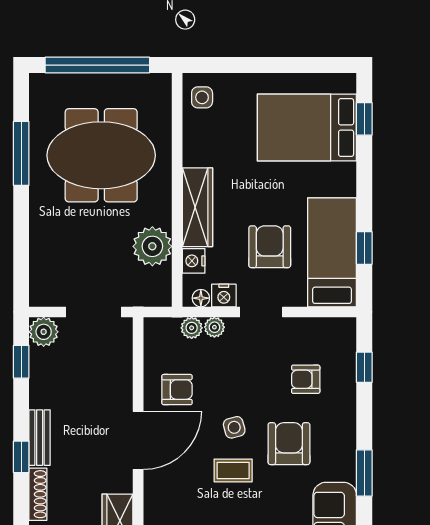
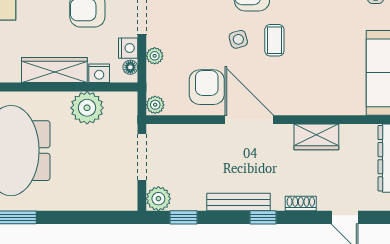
plant: (192, 328) -> (155, 105), moved
armchair: (177, 390) -> (207, 87), width x1.38, depth x1.38
bench: (40, 438) -> (238, 202), width x1.36
shoe rack: (38, 494) -> (301, 203), width x0.70

